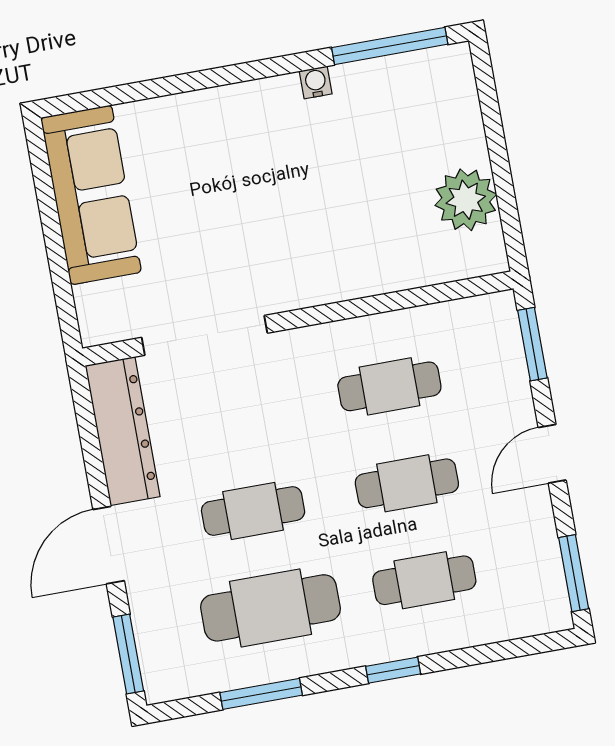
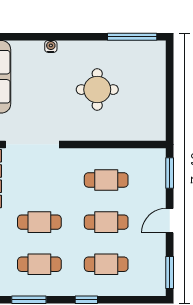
water cooler: (316, 82) -> (51, 46), moved
round table: (331, 182) -> (97, 90), added
plant: (466, 200) -> (152, 107), removed
cafe table: (270, 608) -> (39, 264), width x0.73, depth x0.74

